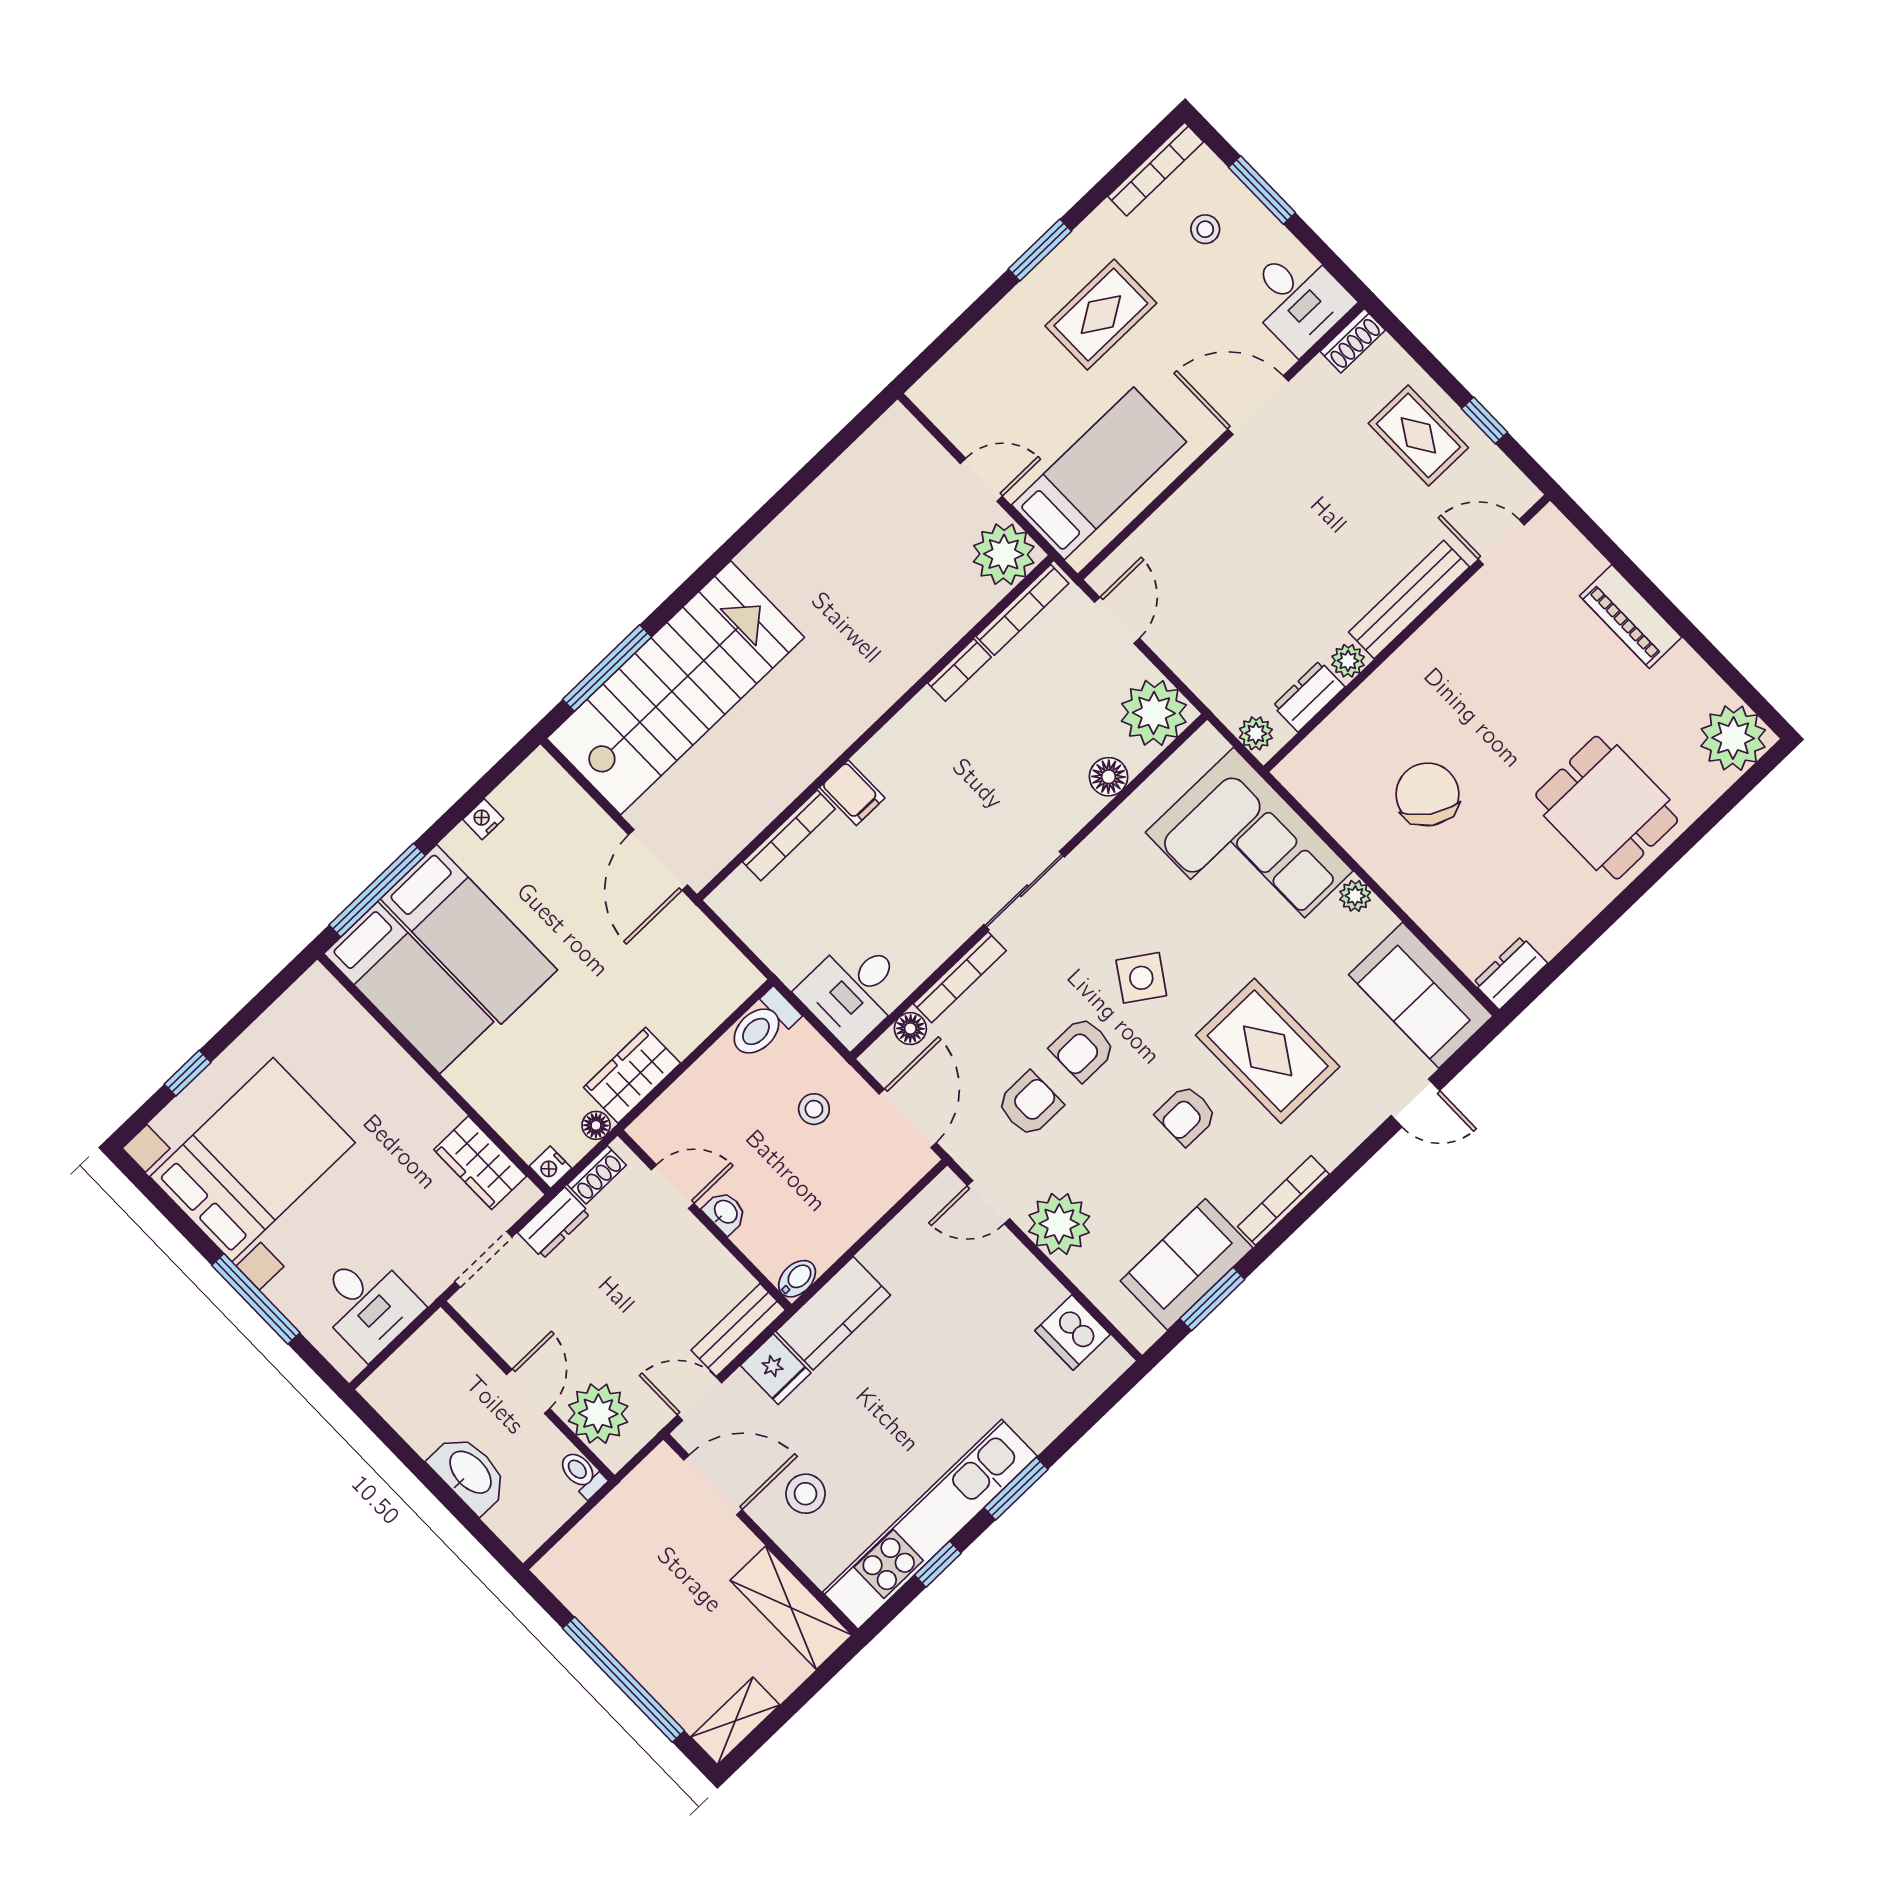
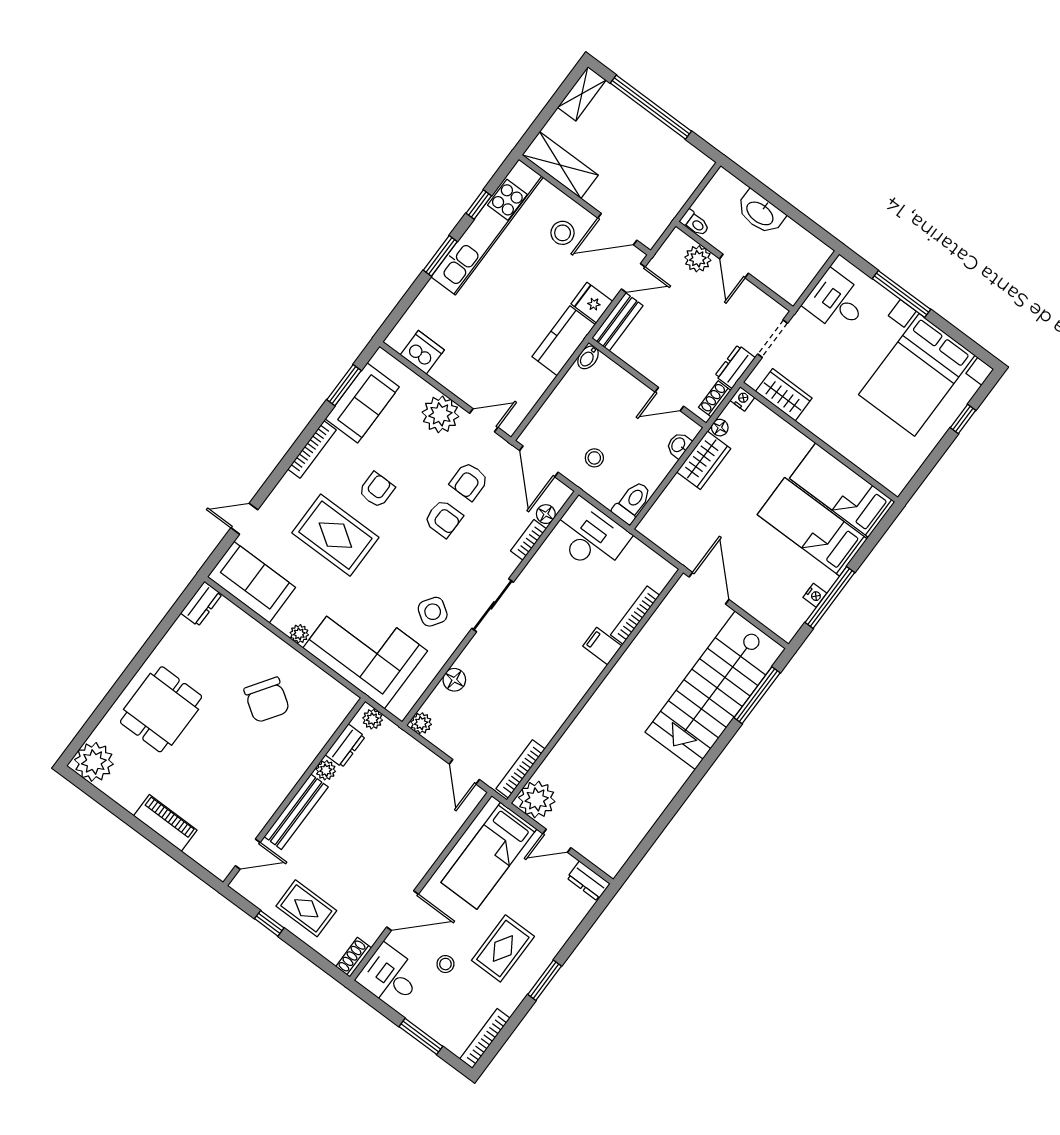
stool: (1205, 229) -> (445, 964), moved
dresser: (939, 404) -> (588, 881), added
bookcase: (959, 670) -> (551, 728), removed
plant: (1154, 713) -> (421, 723), width x0.53, depth x0.53
dining table: (1607, 808) -> (161, 709), turned 90
window: (377, 890) -> (830, 597), moved
bookcase: (960, 977) -> (528, 540), width x0.64
side table: (1141, 978) -> (433, 612), moved
desk: (854, 991) -> (590, 536), width x1.37
armchair: (1083, 1049) -> (443, 519), turned 90
washbasin: (725, 1212) -> (679, 445), moved, turned 90
plant: (598, 1414) -> (698, 259), width x0.73, depth x0.73

